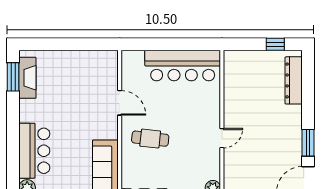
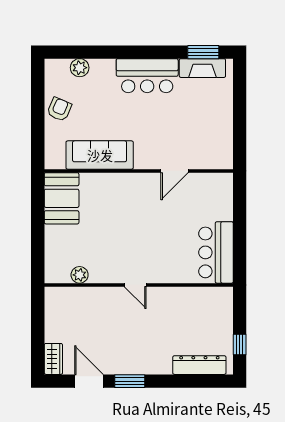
bar counter: (183, 66) -> (216, 252), width x0.73
cafe table: (150, 139) -> (135, 205), removed
bar counter: (34, 151) -> (147, 76), moved

